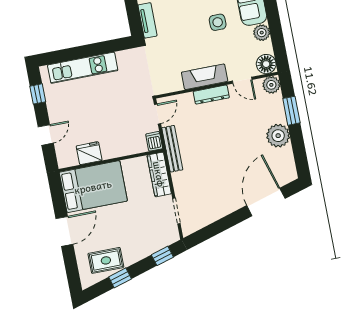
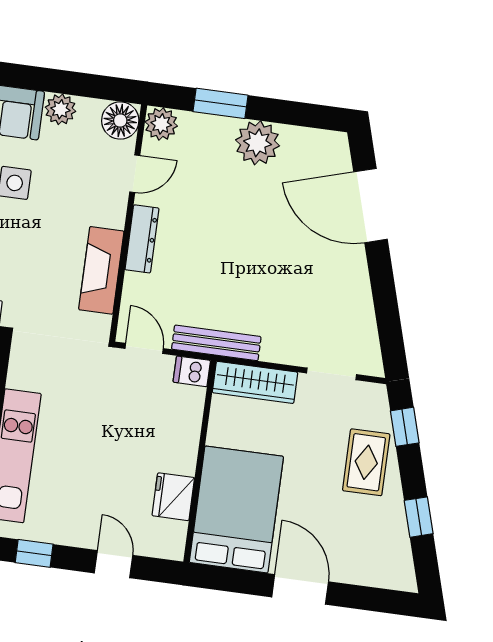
fireplace: (205, 77) -> (101, 270), moved
rug: (106, 260) -> (366, 462), moved

